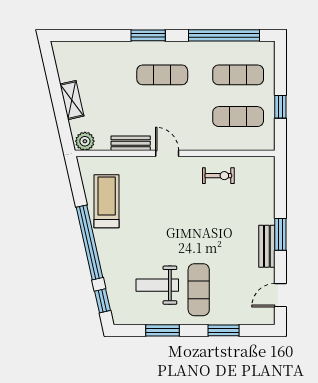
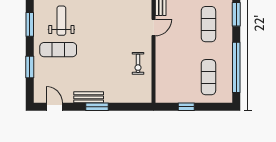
exercise mat: (238, 117) -> (179, 77), removed

